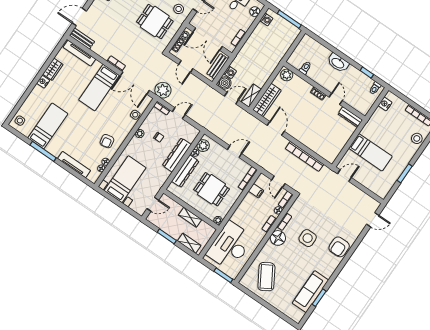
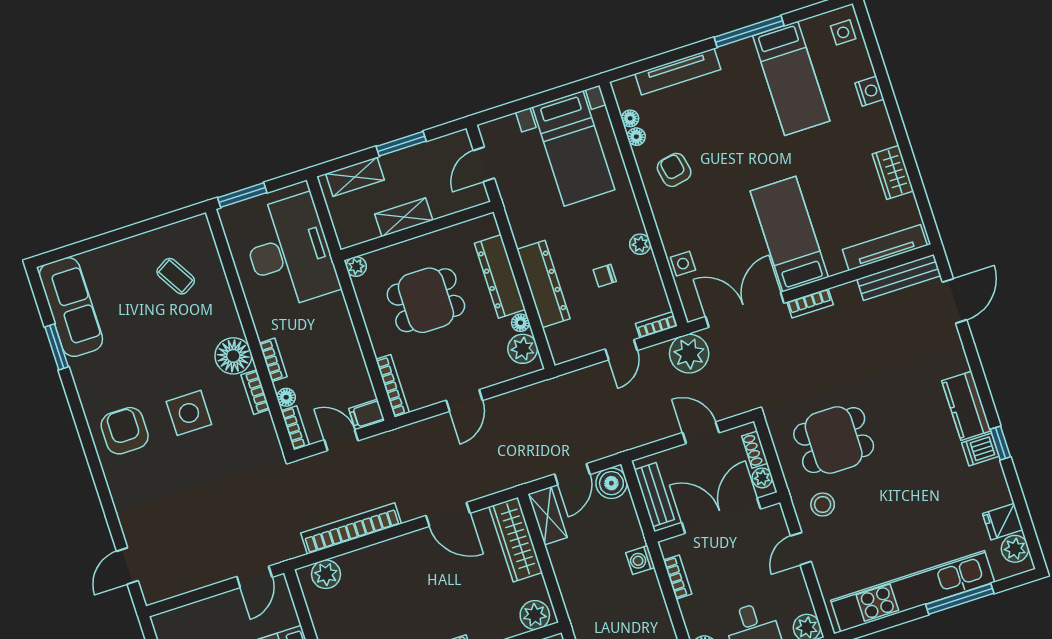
bench: (82, 39) -> (899, 277), width x1.36
washing machine: (230, 72) -> (640, 560), moved
nightstand: (43, 82) -> (869, 91), moved
plant: (326, 153) -> (326, 574), added
filing cabinet: (256, 191) -> (367, 414), moved
armchair: (339, 247) -> (125, 431), moved
coffee table: (266, 277) -> (176, 276), width x0.54, depth x0.58
sofa: (310, 292) -> (71, 307), moved

